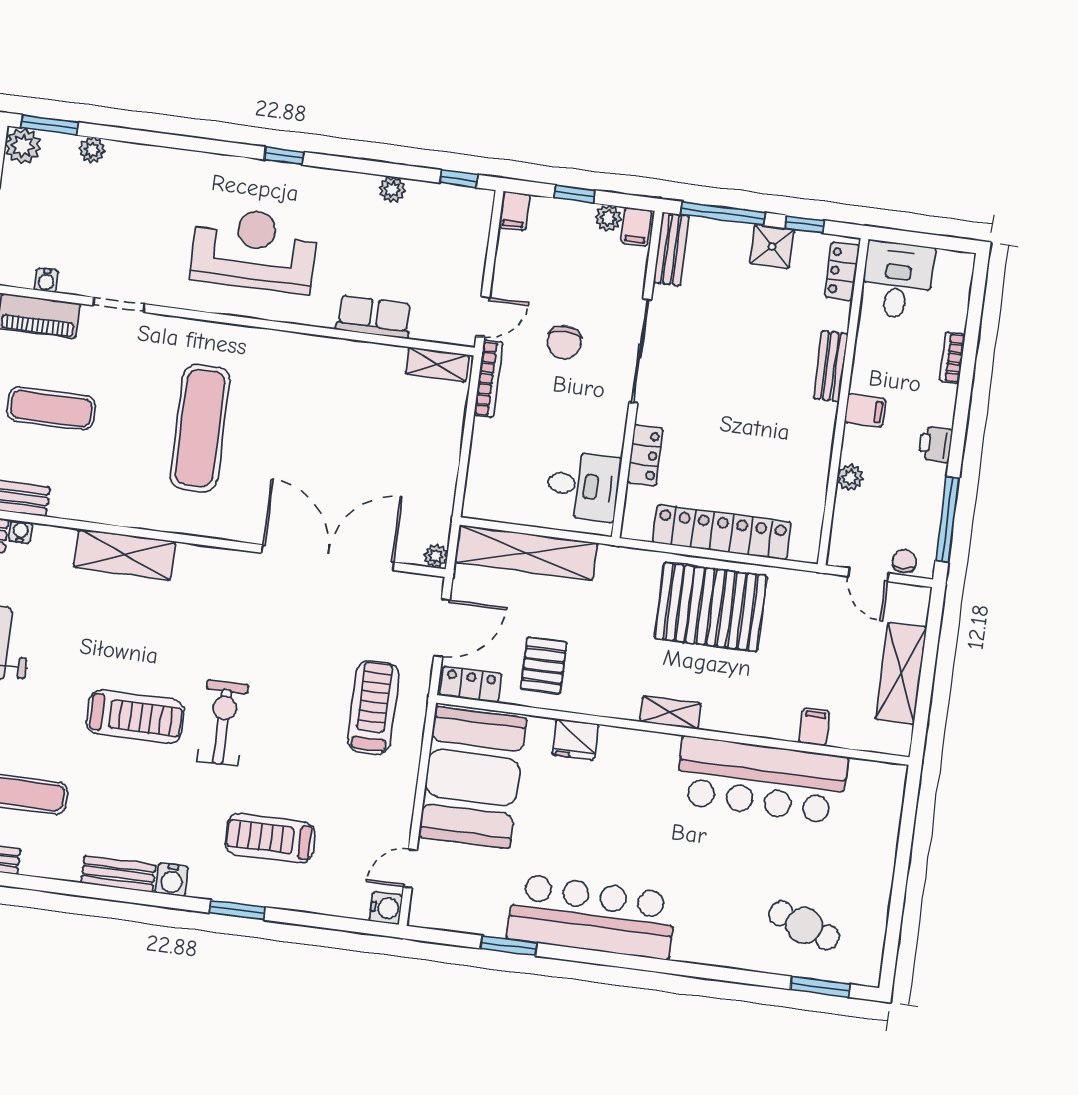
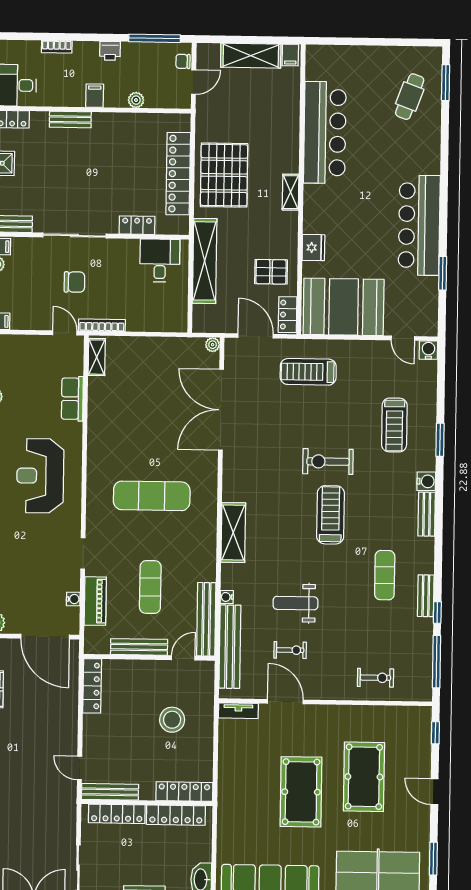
shelving: (526, 553) -> (205, 261), moved
filing cabinet: (814, 727) -> (290, 55), moved, turned -90

